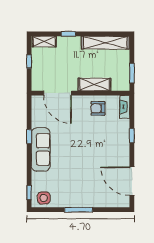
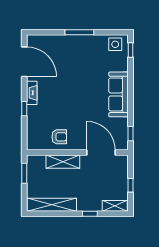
fireplace: (125, 107) -> (32, 93), moved
window: (29, 137) -> (130, 134), moved

